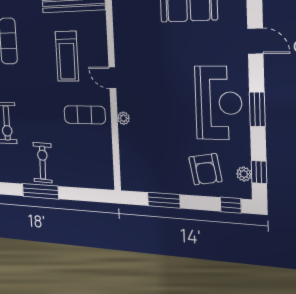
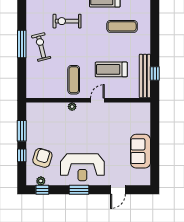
exercise bike: (43, 163) -> (41, 47), turned -106
armchair: (205, 169) -> (42, 158), turned 117
window: (231, 205) -> (22, 155), moved

